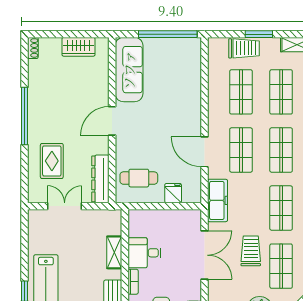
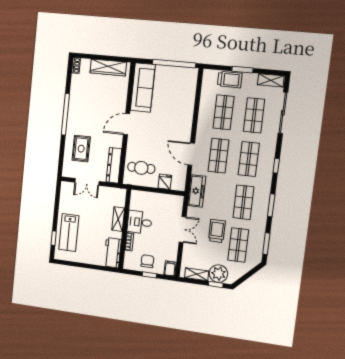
wardrobe: (79, 47) -> (108, 67), width x1.50
double door: (65, 206) -> (87, 182), swing flipped
double door: (205, 255) -> (183, 229), width x0.73

